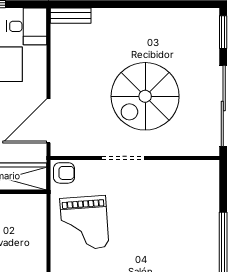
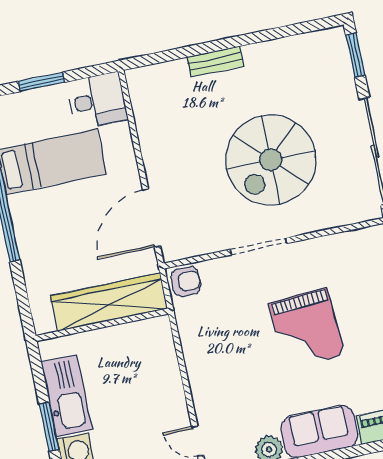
bench: (71, 16) -> (215, 62), moved
grand piano: (84, 223) -> (307, 329), moved

